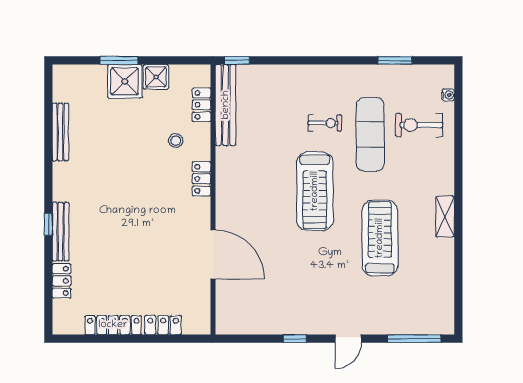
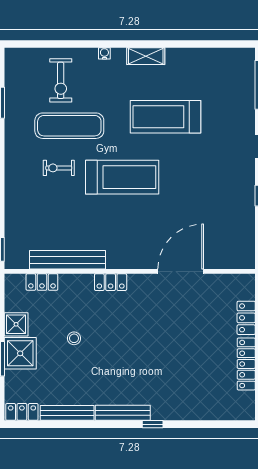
water cooler: (448, 95) -> (104, 53), moved
bench: (226, 105) -> (68, 260), moved
exercise bike: (325, 123) -> (59, 168), turned -90
stool: (176, 141) -> (74, 338), moved
bench: (61, 232) -> (123, 413), moved
locker: (62, 281) -> (22, 412), moved

